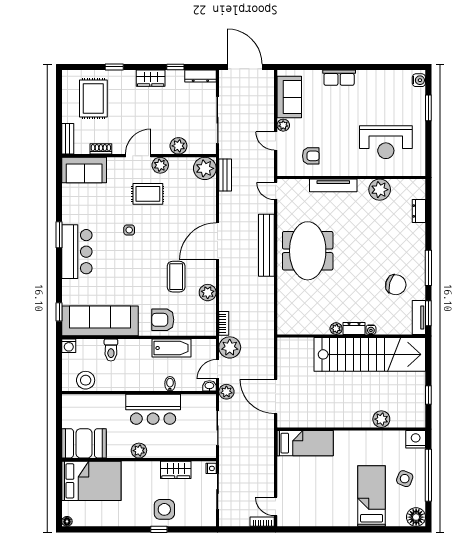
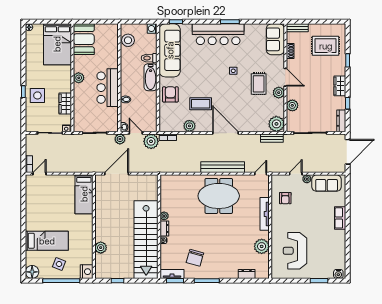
bar counter: (77, 252) -> (218, 34), width x1.36
bathtub: (172, 348) -> (151, 77), moved

